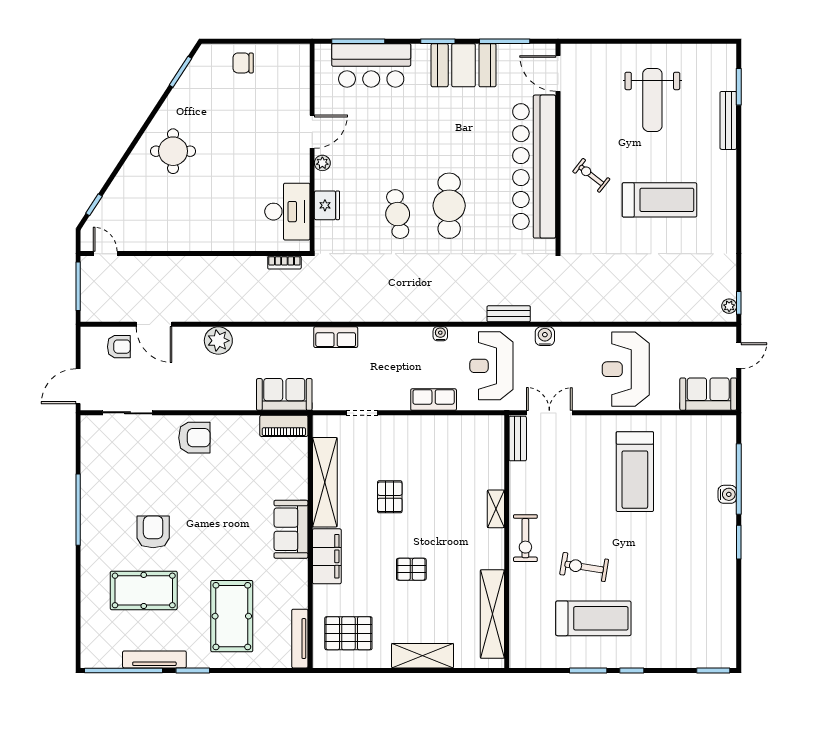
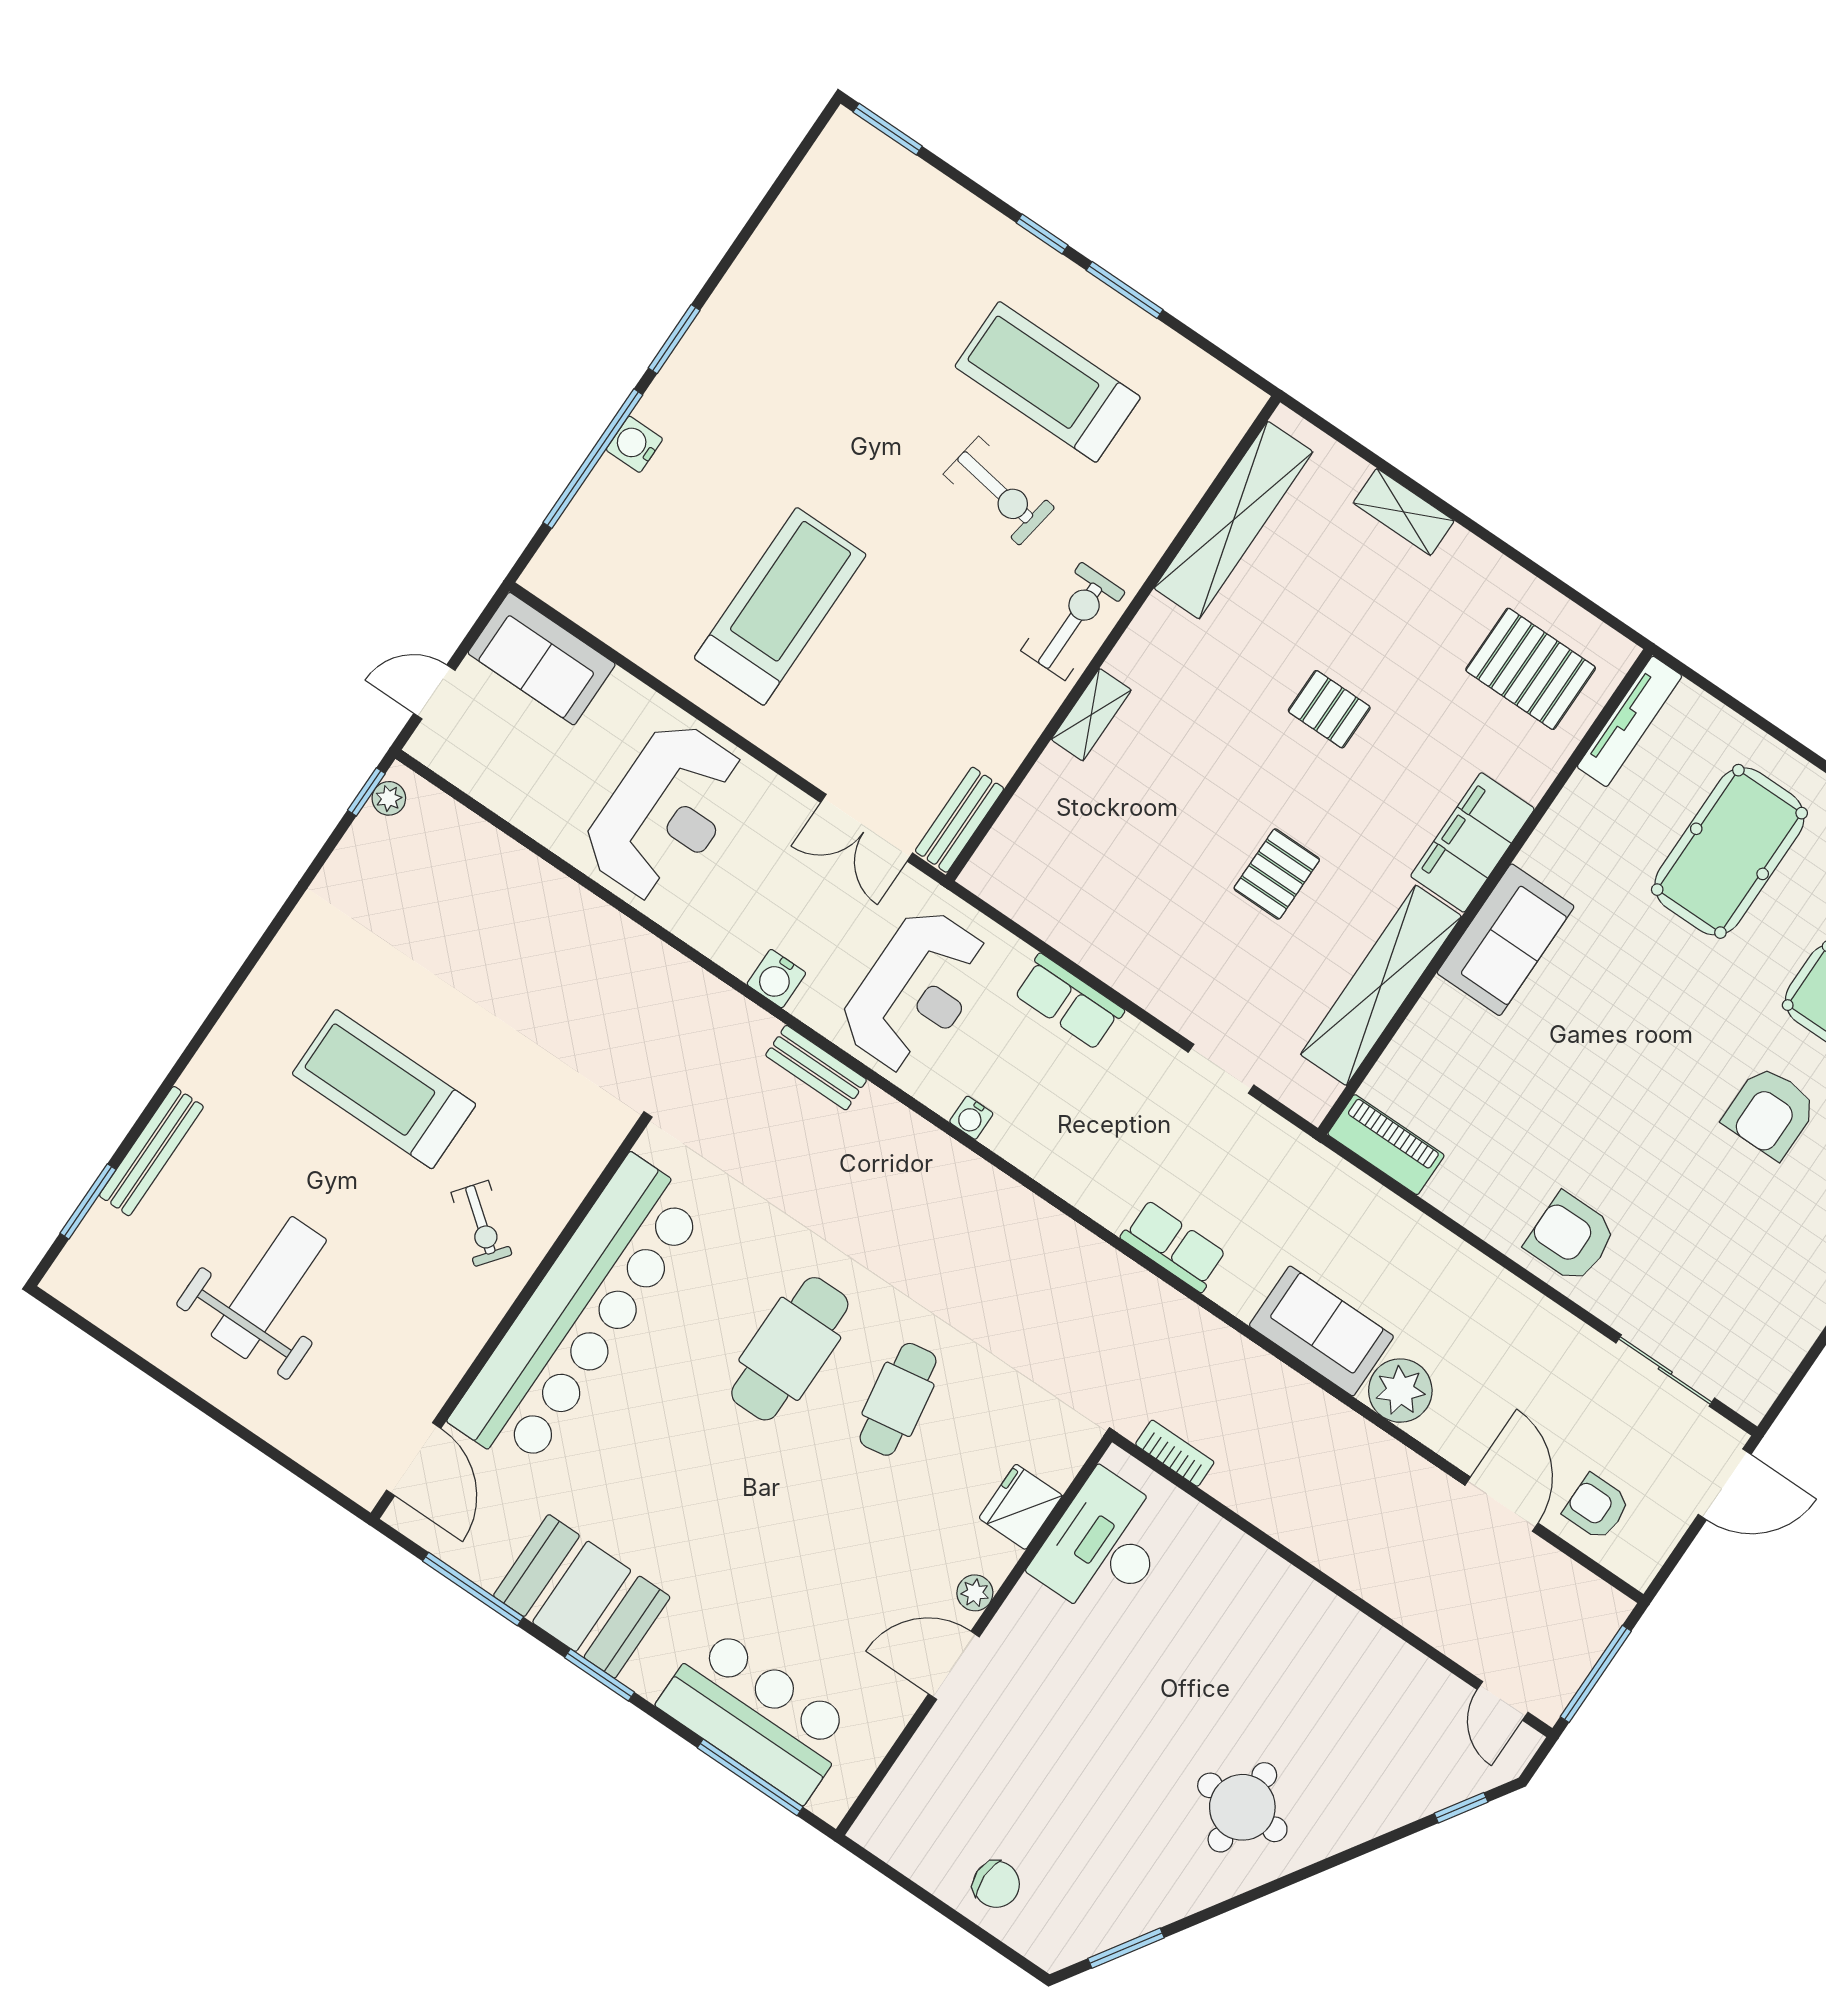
sofa: (284, 394) -> (1321, 1331), moved, turned 180
shelving: (423, 656) -> (1404, 512), width x0.67, depth x0.75

